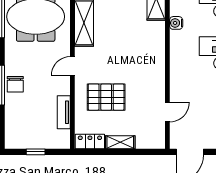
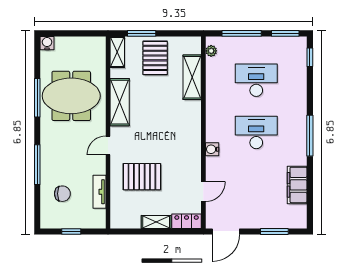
water cooler: (176, 23) -> (212, 149), moved
chair: (15, 84) -> (62, 194), moved, turned -90
locker: (90, 142) -> (187, 221), moved

